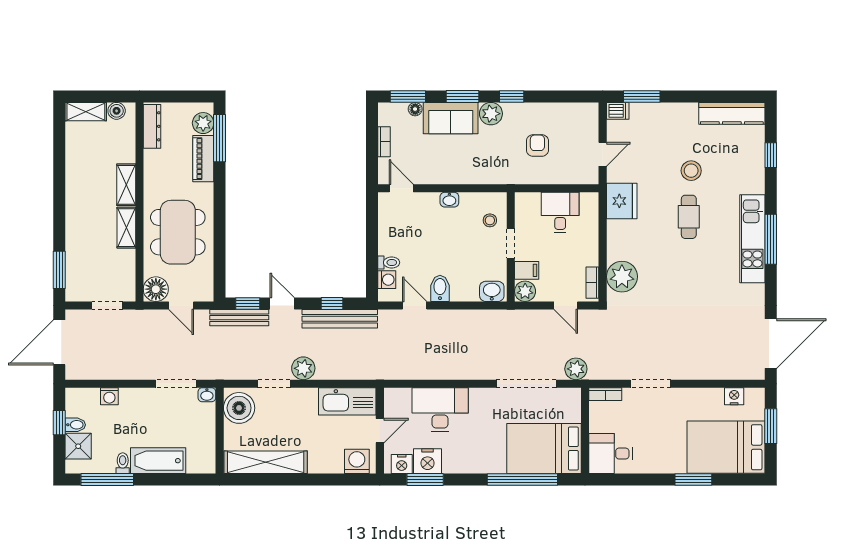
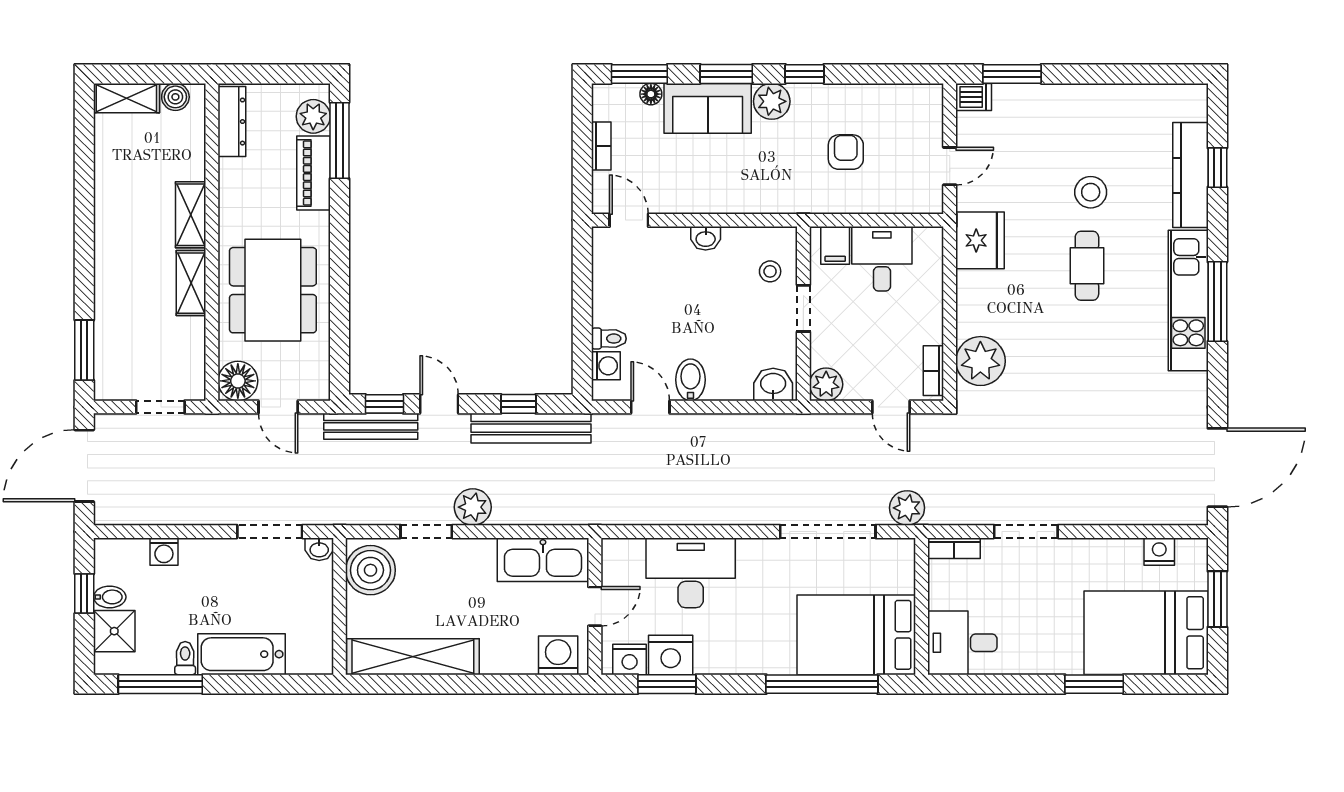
kitchen counter: (732, 113) -> (1191, 175), moved, turned 90
filing cabinet: (527, 270) -> (835, 245), moved, turned 90

